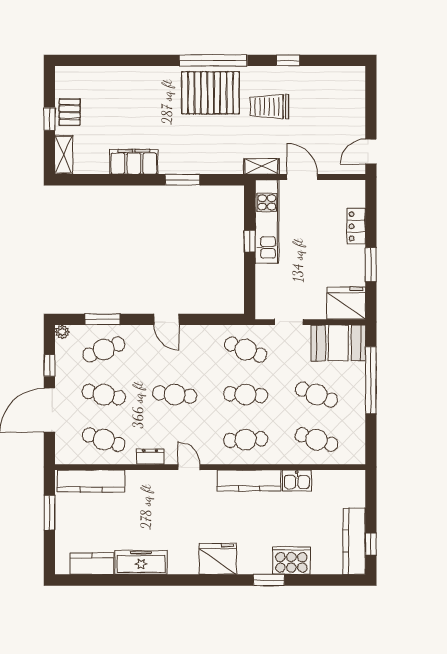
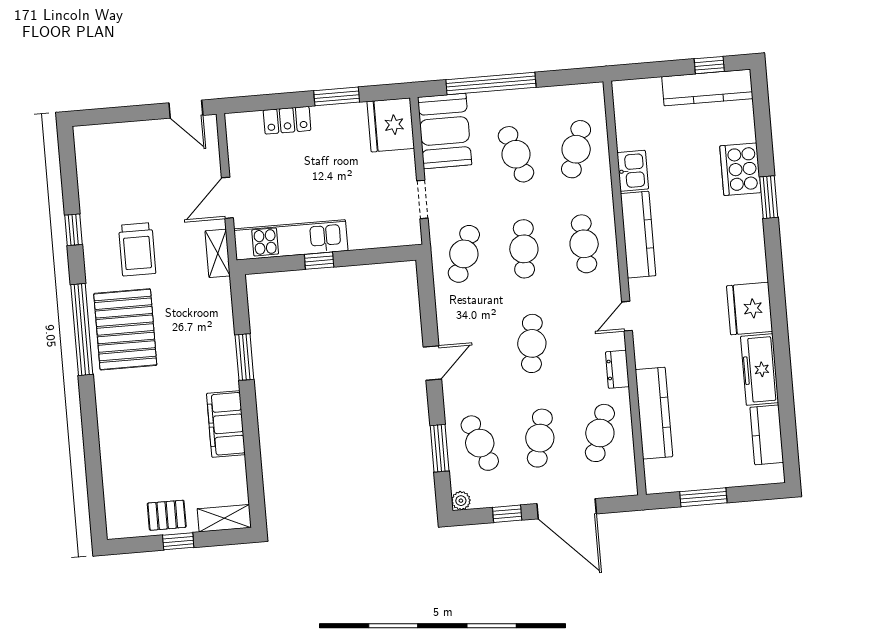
cafe table: (316, 395) -> (516, 154), turned -39
kitchen counter: (91, 481) -> (654, 413), moved
fridge: (218, 559) -> (750, 309), moved

